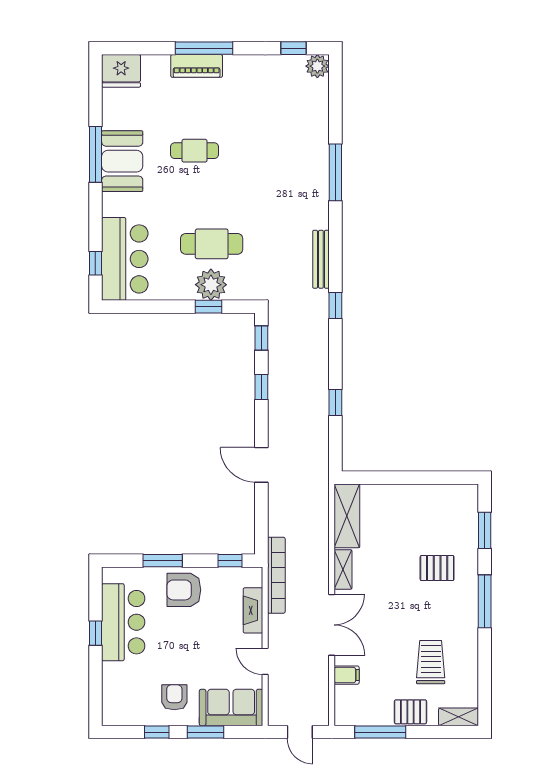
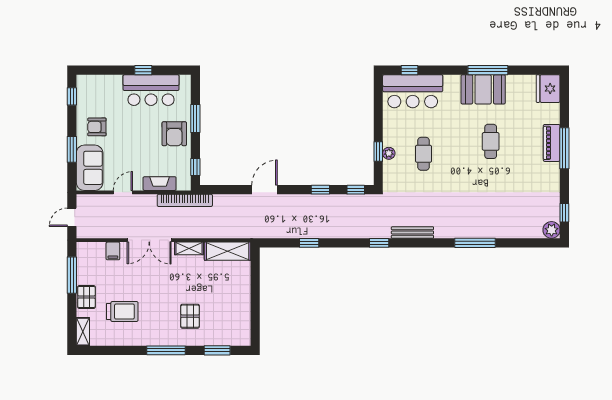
cafe table: (212, 244) -> (424, 154), width x0.73, depth x0.74
plant: (211, 285) -> (389, 153), width x0.53, depth x0.53
armchair: (184, 590) -> (174, 134), turned 180
armchair: (174, 697) -> (97, 127), turned 180
window: (157, 732) -> (72, 96), moved

